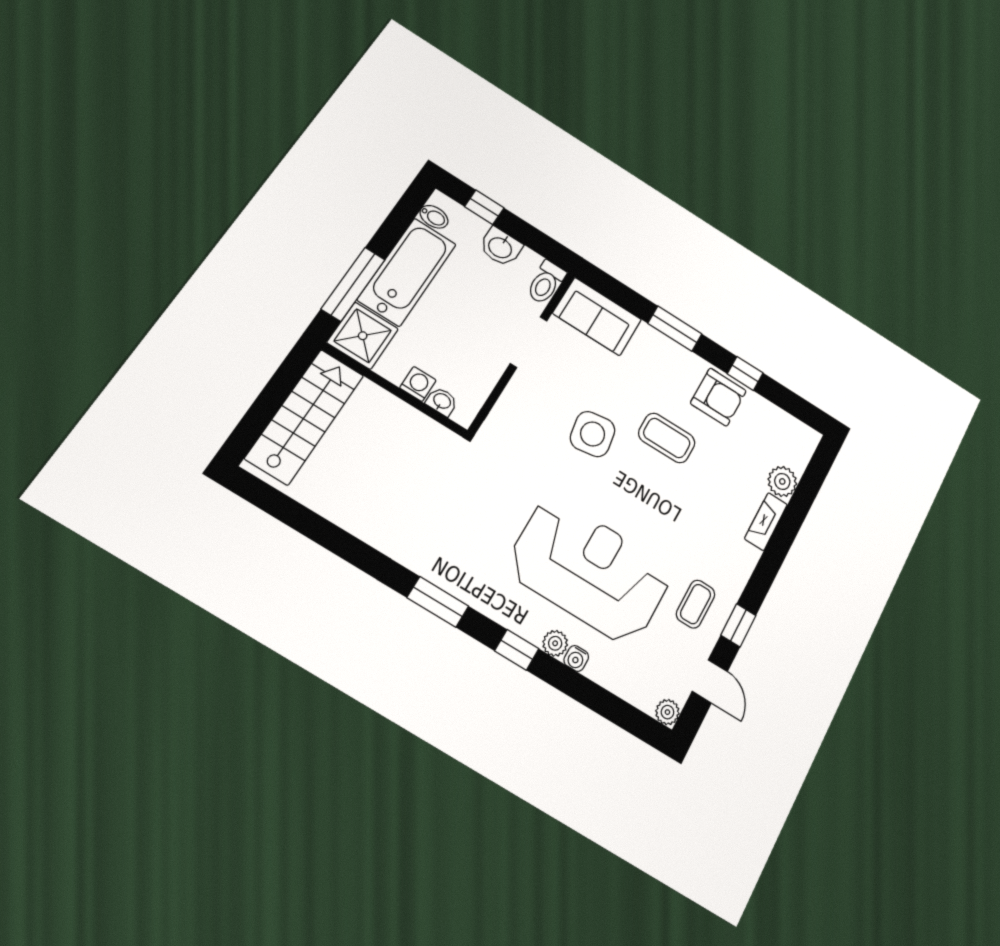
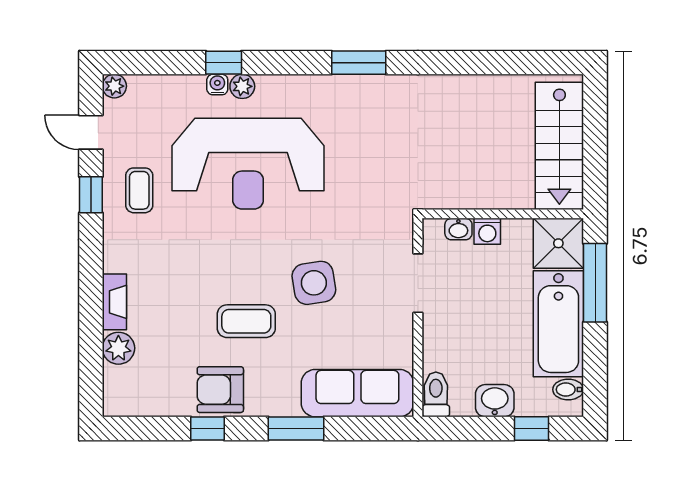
sofa: (597, 316) -> (357, 393), width x1.36
doorway: (529, 342) -> (418, 283), moved
window: (517, 650) -> (224, 63), moved

